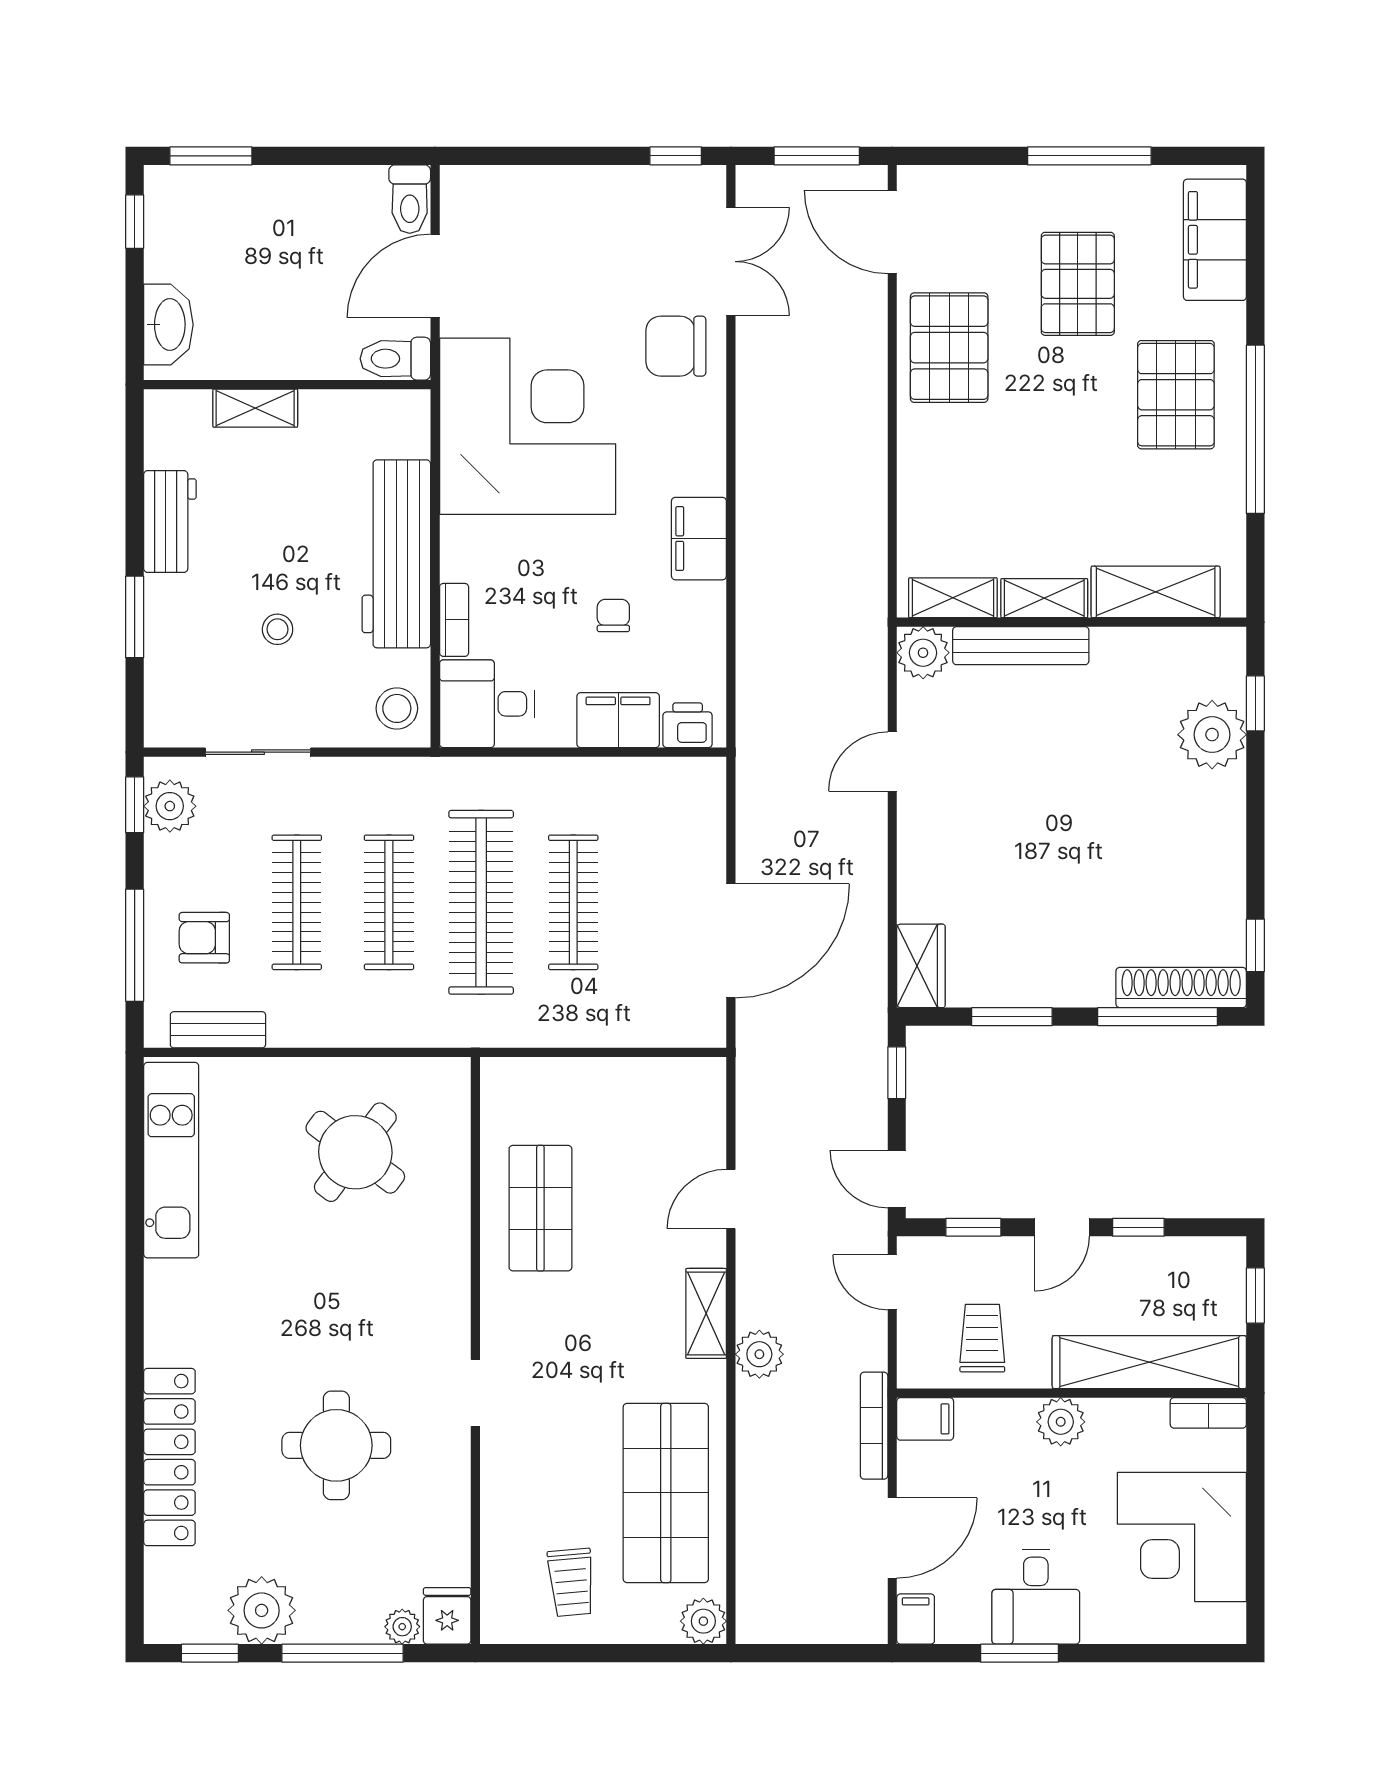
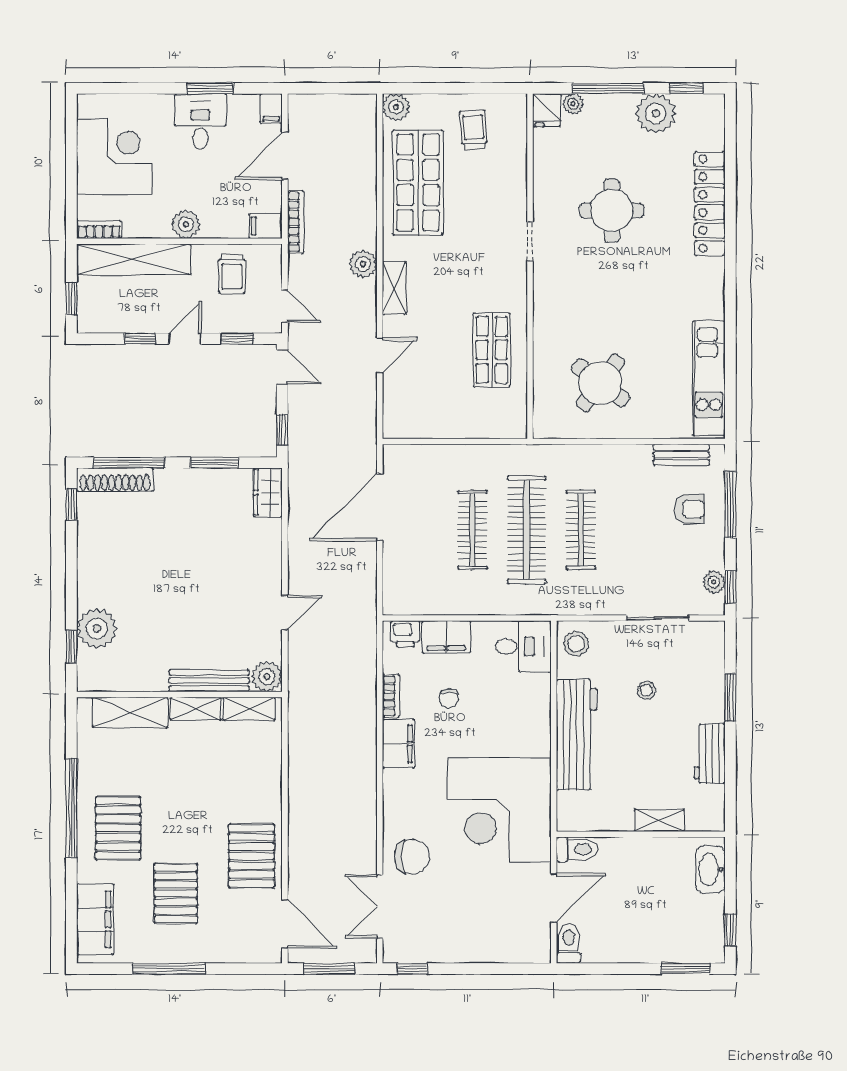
bookcase: (454, 620) -> (391, 696), moved, turned 180
plant: (170, 806) -> (714, 582), width x0.73, depth x0.73
clothes rail: (297, 902) -> (635, 530), removed

